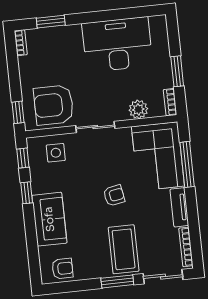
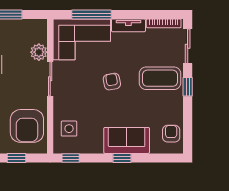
bookcase: (170, 102) -> (35, 24), removed
window: (18, 112) -> (17, 158), moved
sliding door: (95, 127) -> (50, 79), moved
window: (27, 193) -> (122, 158), moved
window: (117, 281) -> (188, 87), width x0.67

